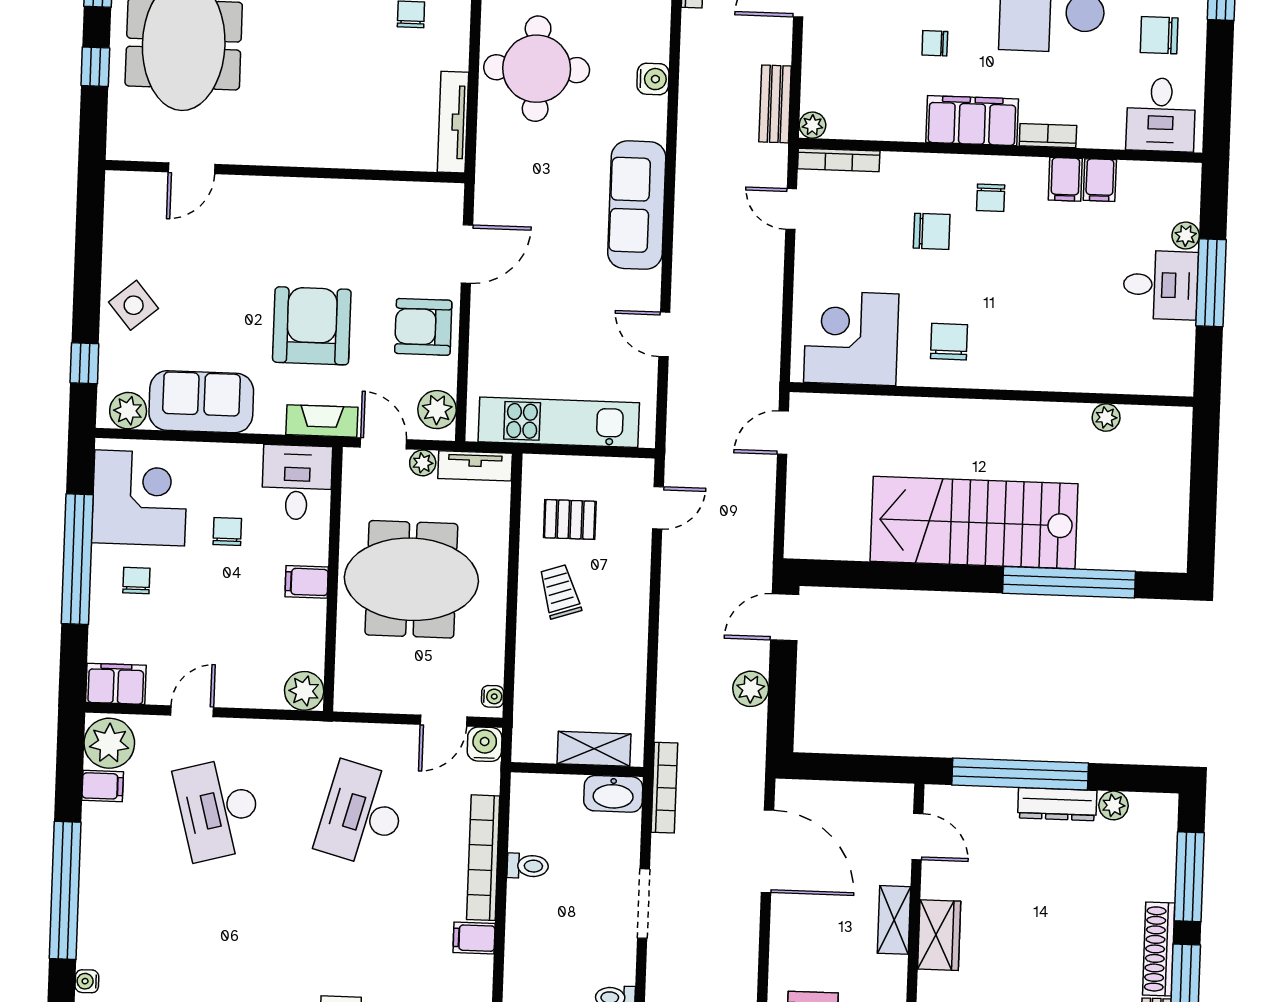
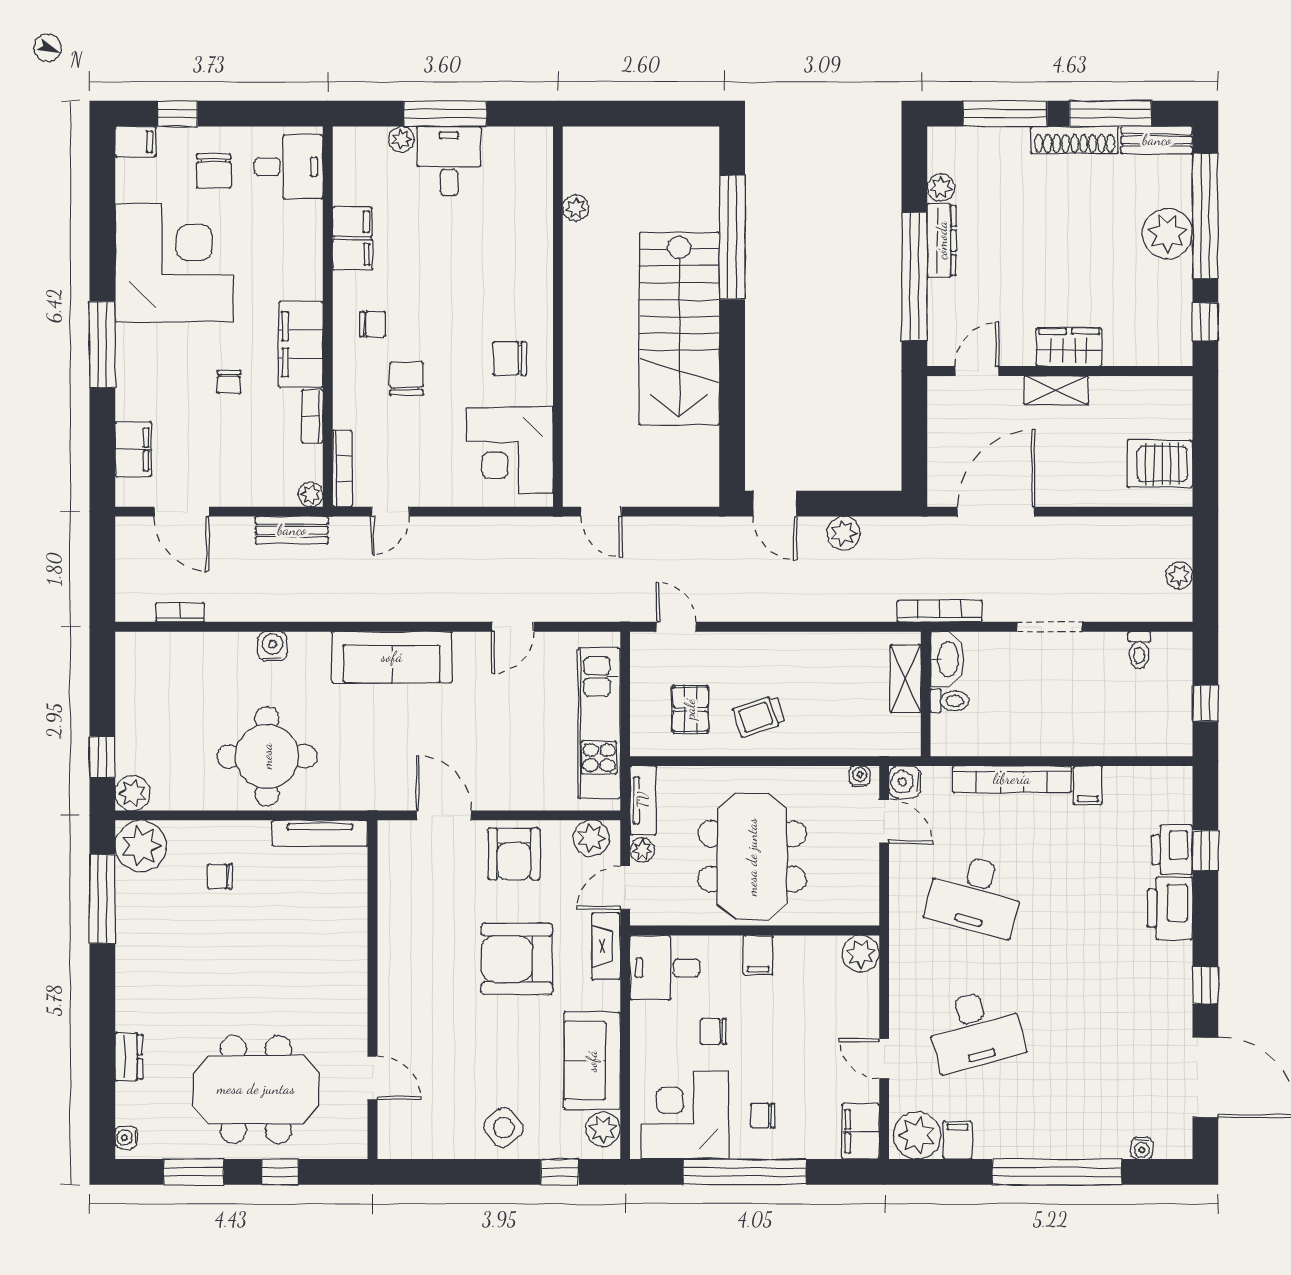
bookcase: (1048, 136) -> (312, 416), moved
toilet: (528, 866) -> (950, 701), moved, turned 90

